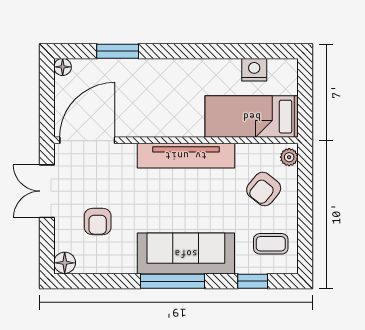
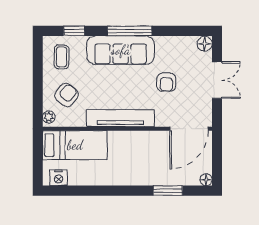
nightstand: (254, 70) -> (58, 178), moved
double door: (47, 191) -> (217, 80), moved
armchair: (98, 222) -> (166, 82), moved, turned 180
coffee table: (271, 244) -> (62, 57), turned 90

